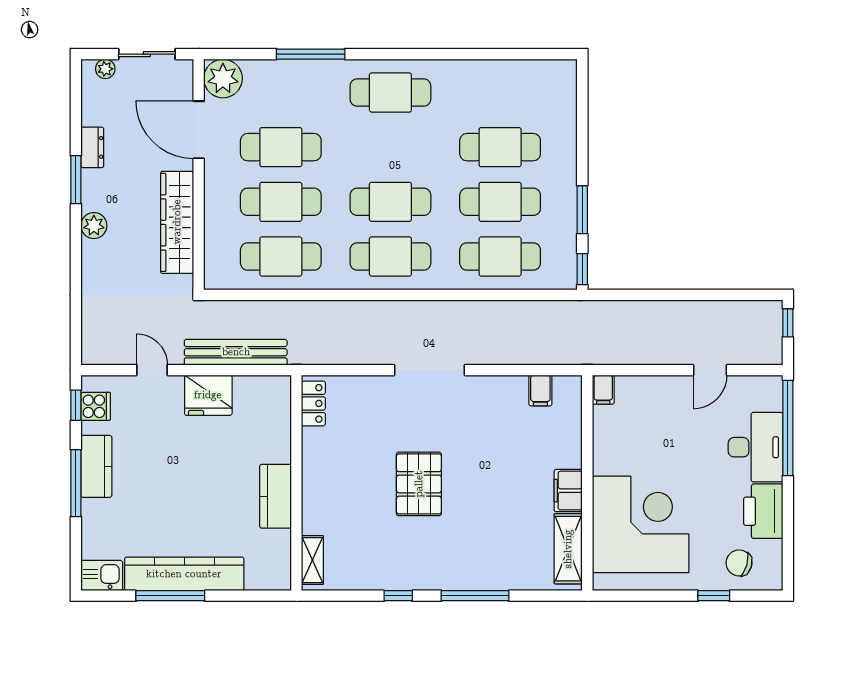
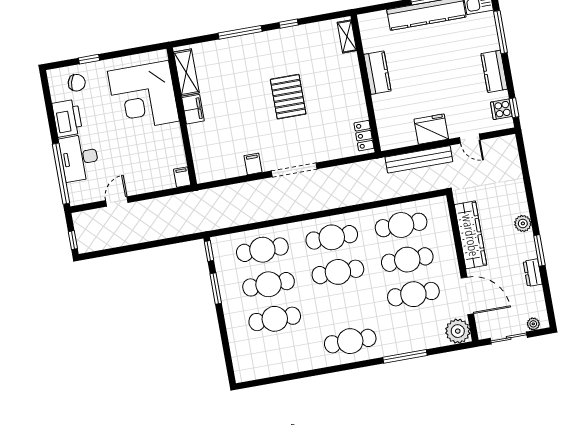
filing cabinet: (540, 390) -> (253, 164), moved
window: (76, 483) -> (501, 32), moved

